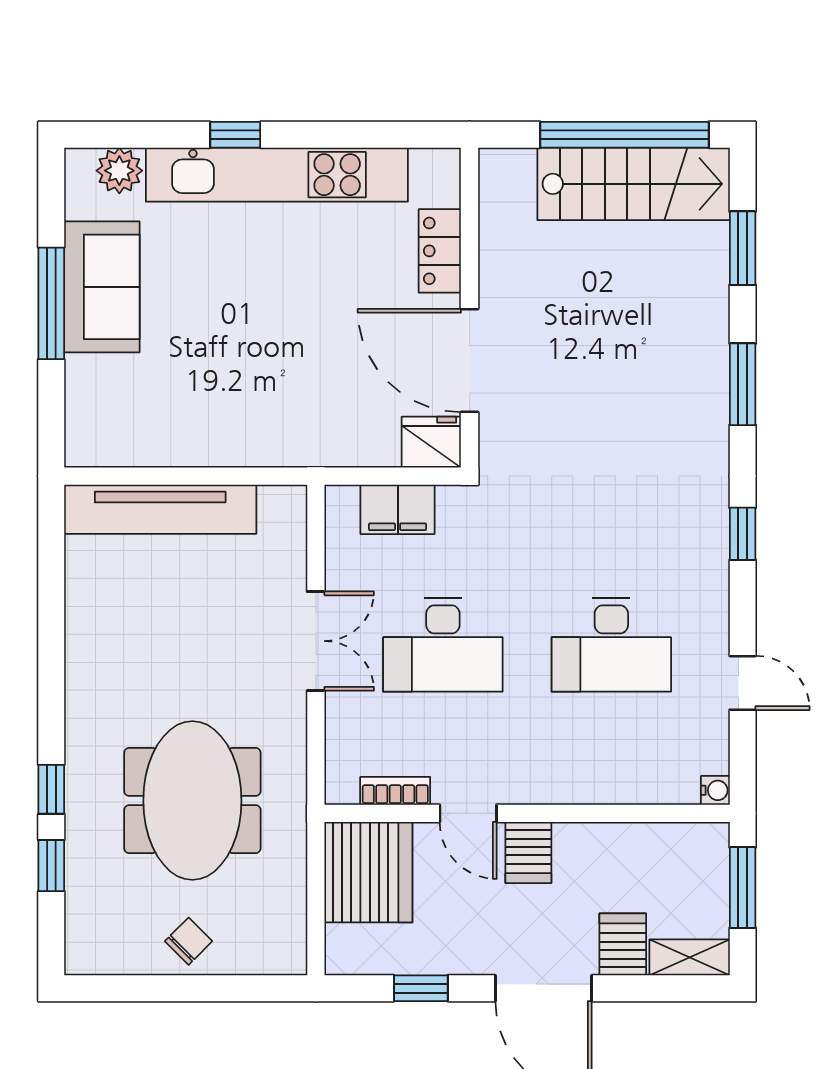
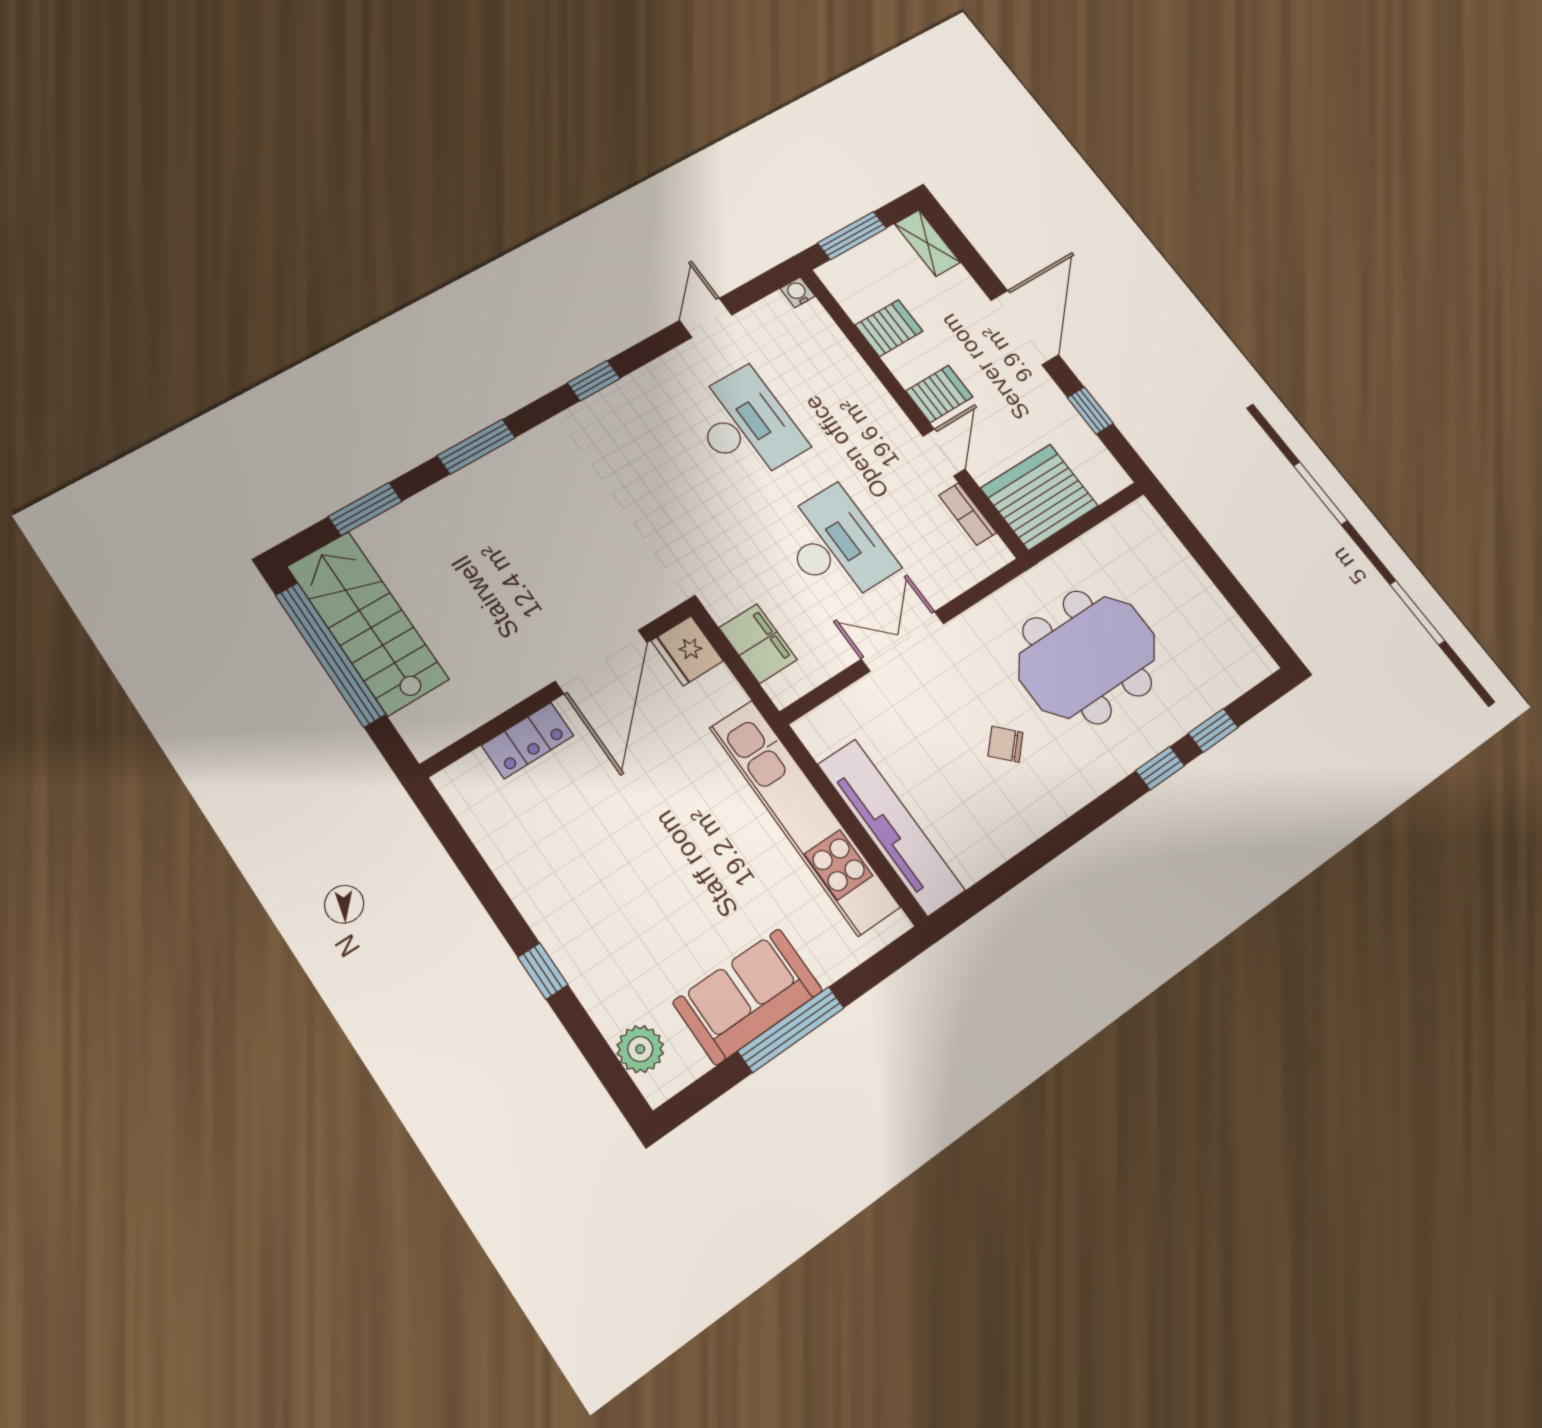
kitchen unit: (277, 175) -> (804, 817), moved, turned 180
chair: (189, 941) -> (1006, 744), moved
server rack: (623, 944) -> (889, 328), moved, turned 180

